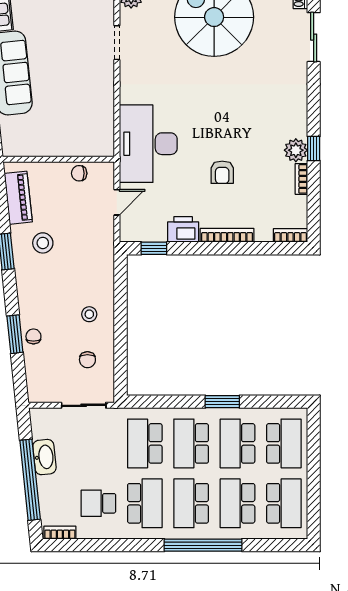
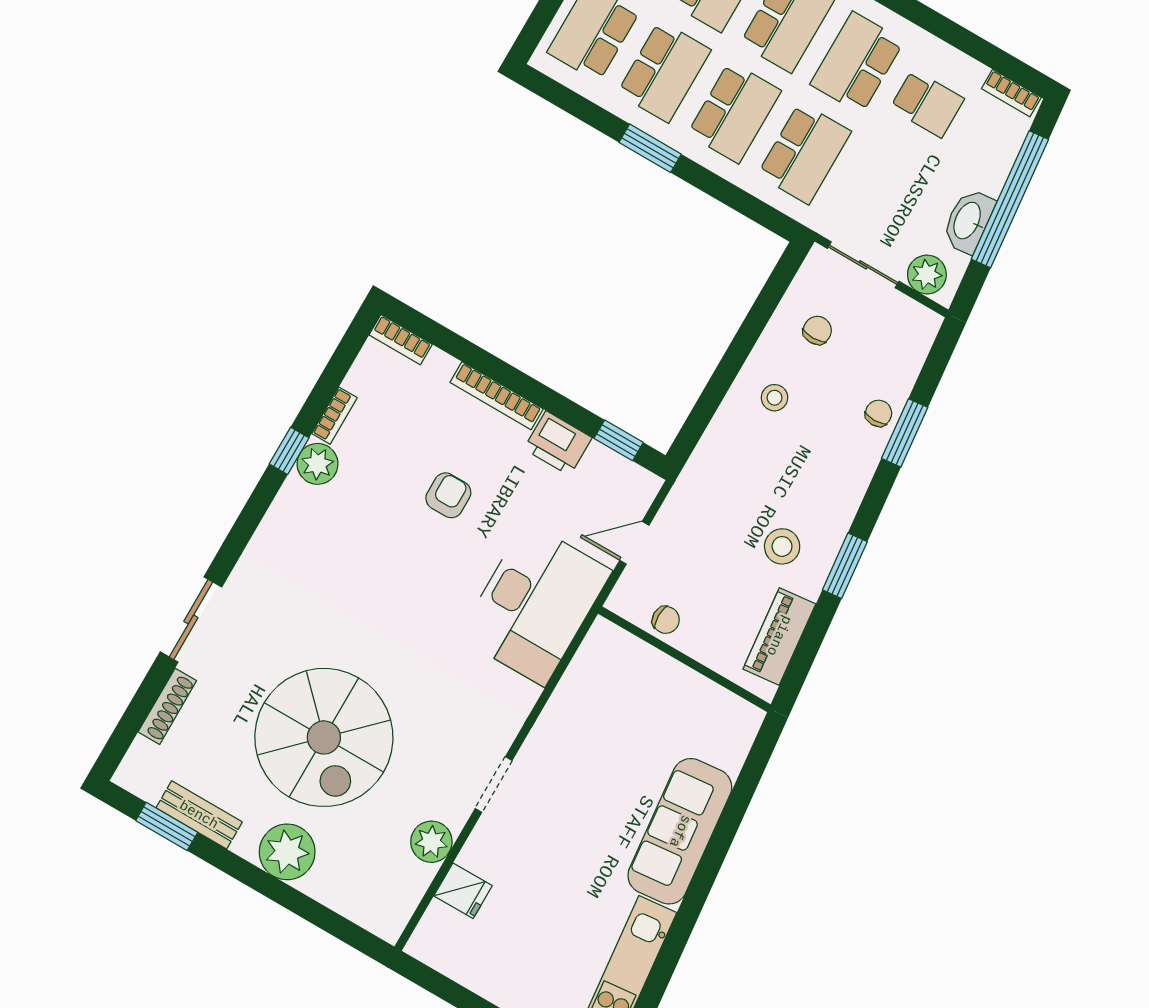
chair: (33, 336) -> (879, 413), turned 180
plant: (49, 419) -> (927, 275), added

